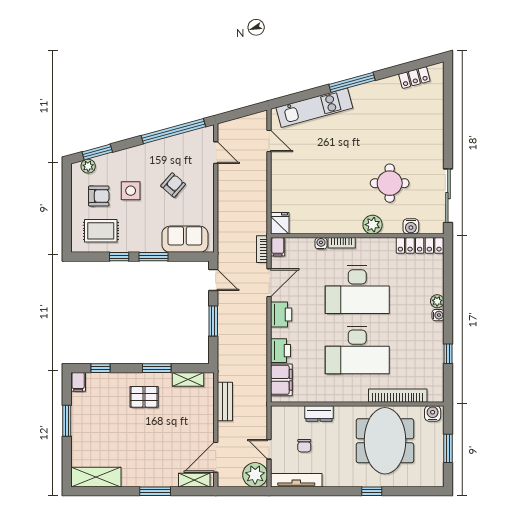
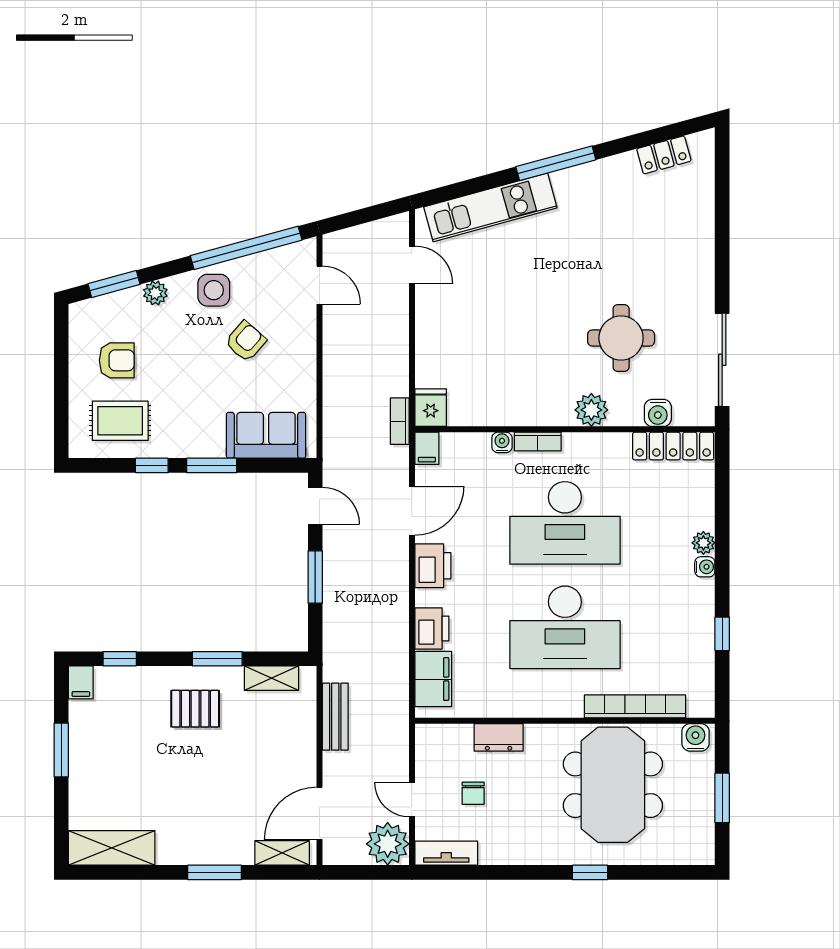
plant: (88, 166) -> (155, 293), moved
side table: (131, 191) -> (214, 290), moved
bookcase: (262, 249) -> (400, 421), moved
tv unit: (296, 480) -> (446, 853), width x0.71

